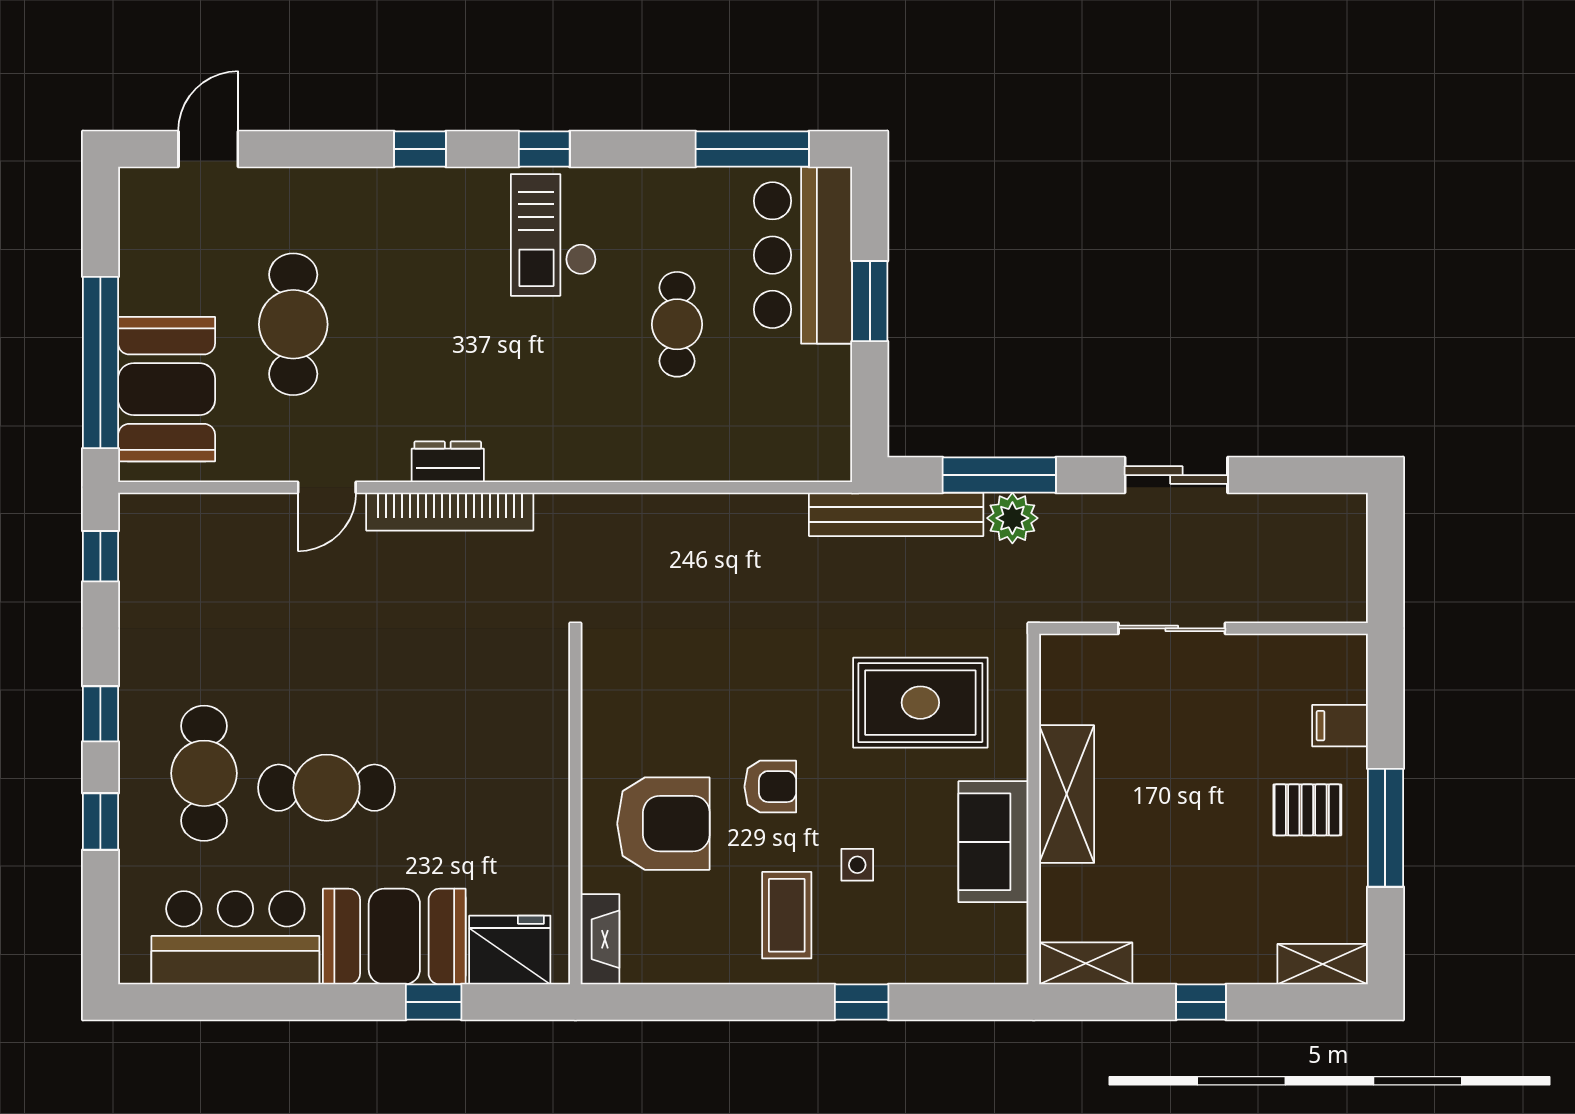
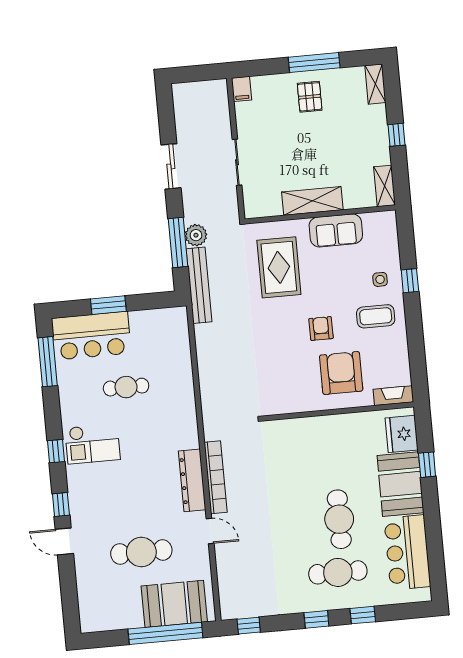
door: (208, 149) -> (64, 541), moved
dresser: (448, 462) -> (192, 480), width x1.96, depth x1.24
filing cabinet: (1340, 726) -> (242, 89), moved
side table: (857, 865) -> (380, 279), moved

